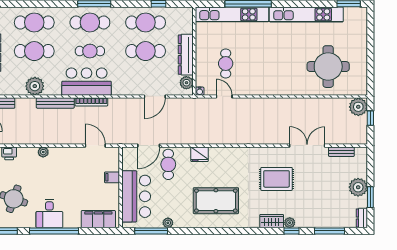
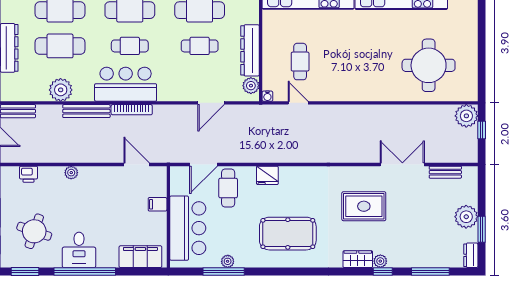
cafe table: (146, 51) -> (200, 46), width x0.73, depth x0.74
window: (151, 231) -> (224, 272), moved

